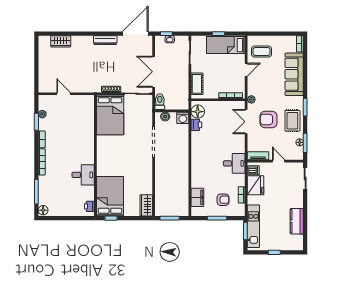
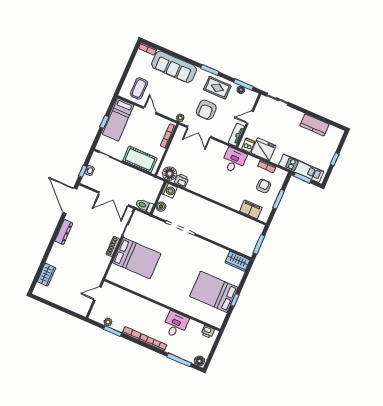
cot: (197, 84) -> (140, 159), width x1.37, depth x1.34
wall: (95, 156) -> (162, 305), moved
desk: (83, 175) -> (175, 325), moved
printer: (89, 206) -> (208, 332), moved

